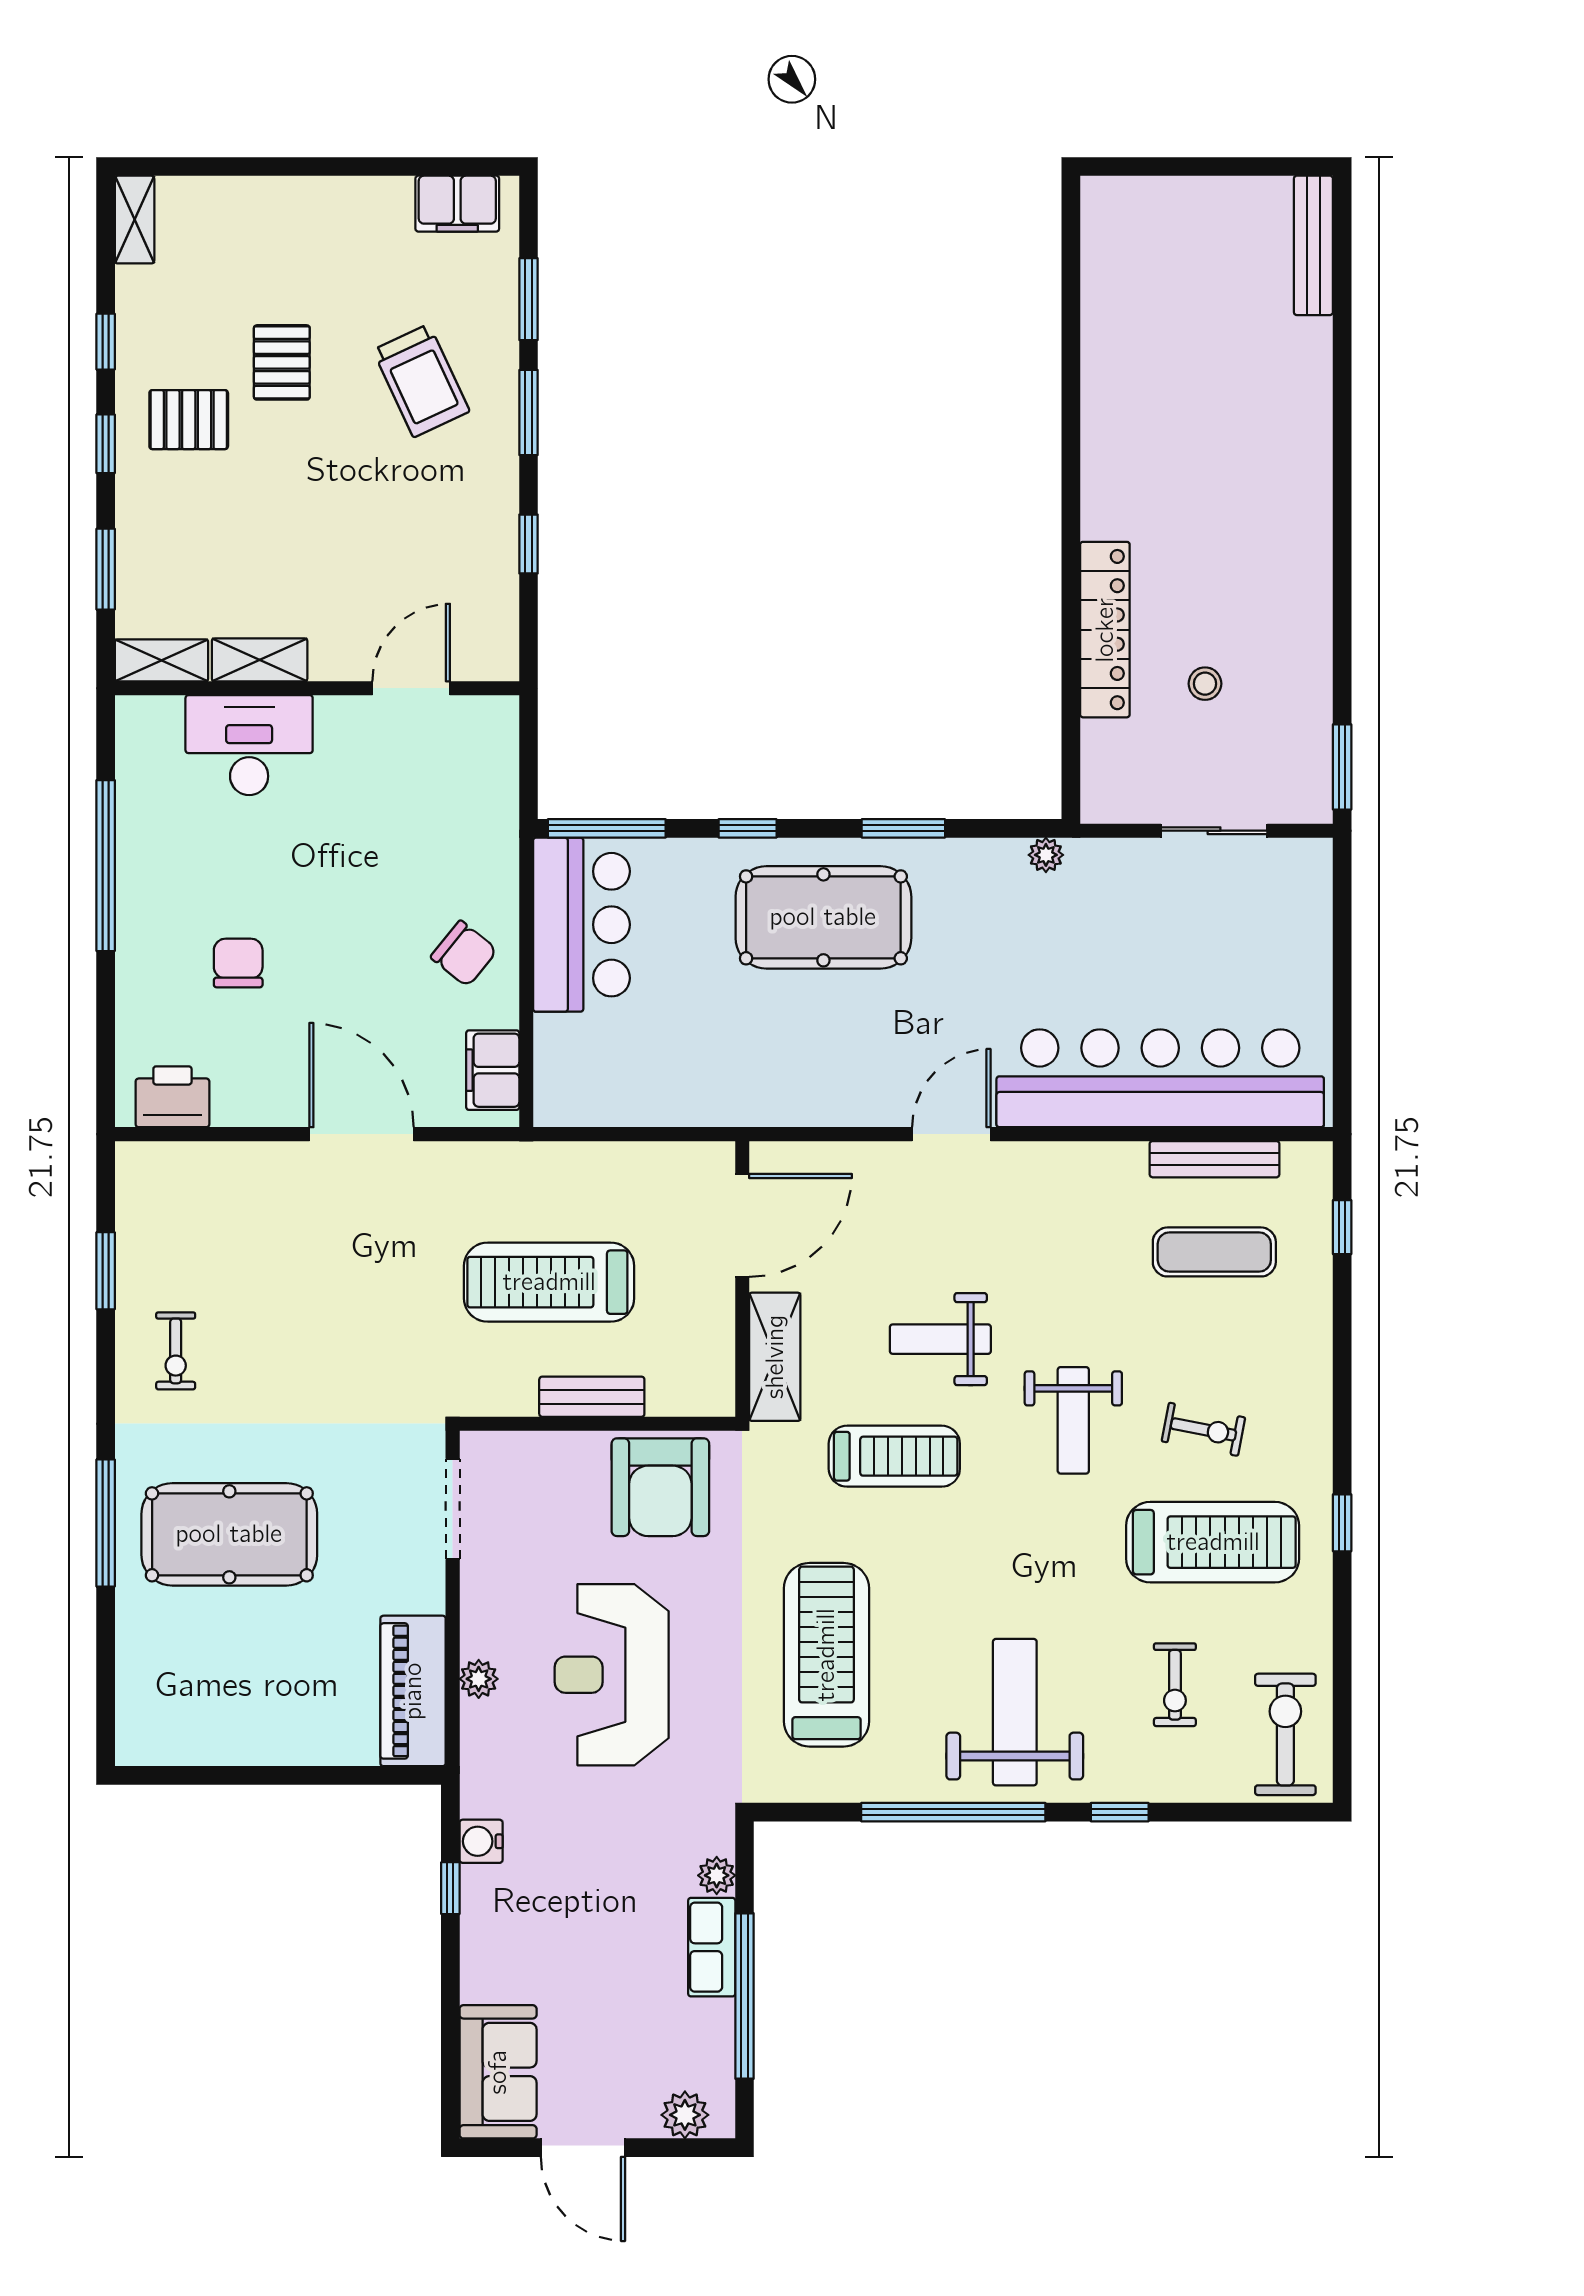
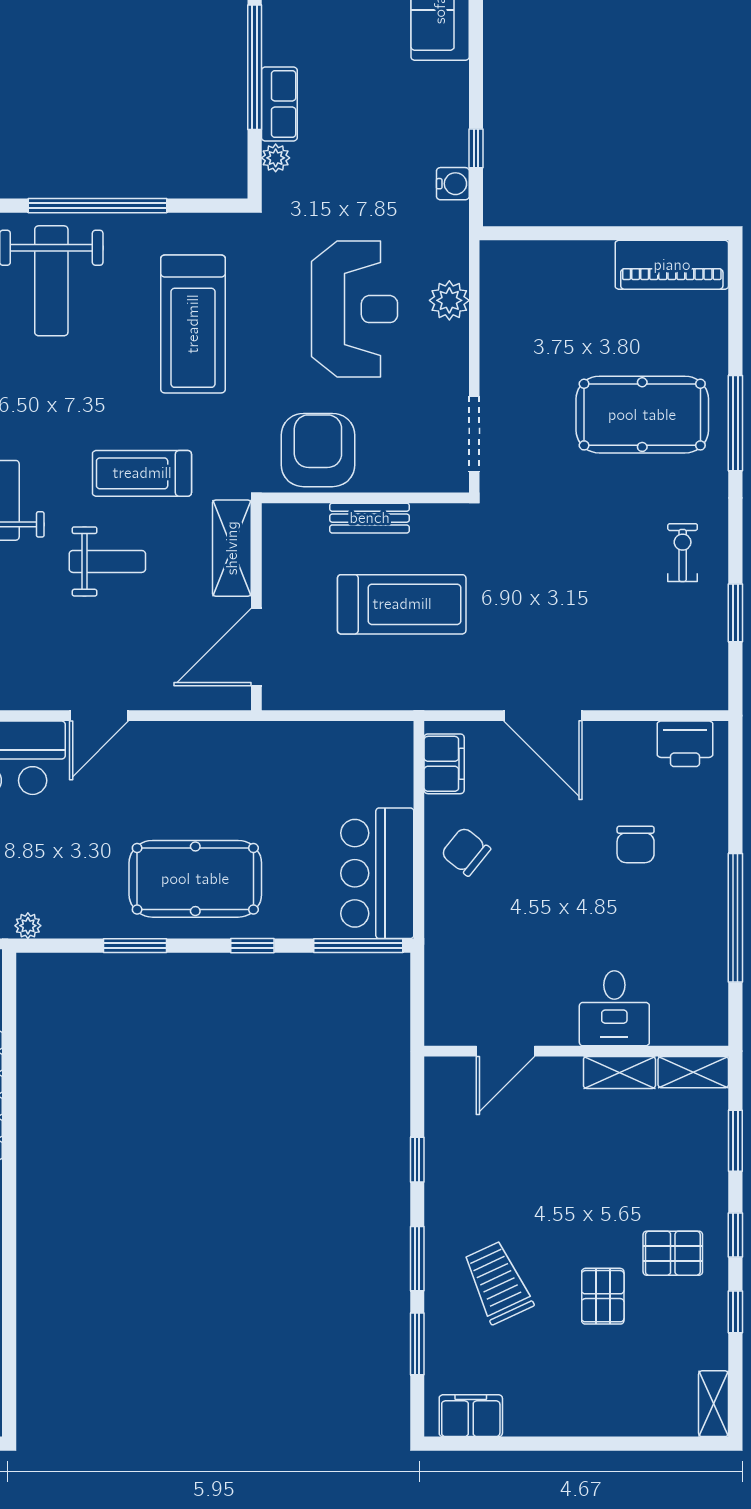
desk: (249, 745) -> (614, 1008), width x0.73
plant: (479, 1679) -> (449, 300), width x1.38, depth x1.38
piano: (413, 1691) -> (672, 265), moved, turned 90

